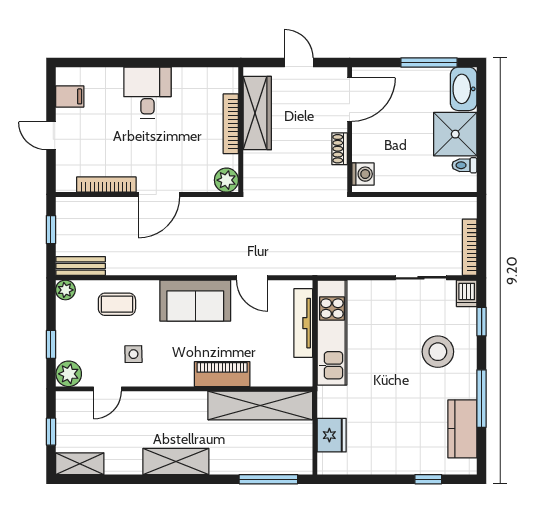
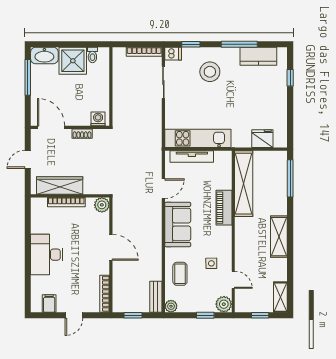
desk: (147, 93) -> (47, 255), width x1.37
bookcase: (106, 185) -> (105, 294), moved

